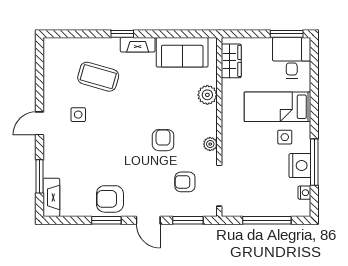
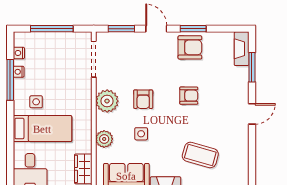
side table: (78, 115) -> (141, 134), moved
plant: (210, 144) -> (107, 101), width x1.88, depth x1.88
nightstand: (300, 166) -> (19, 72), width x0.53, depth x0.56
armchair: (185, 182) -> (189, 96), moved

